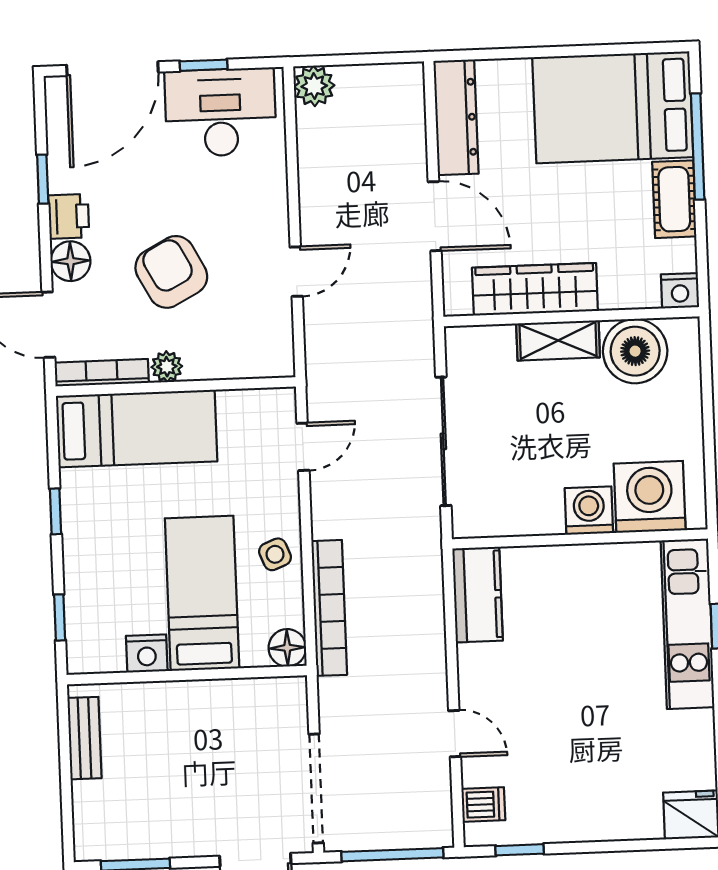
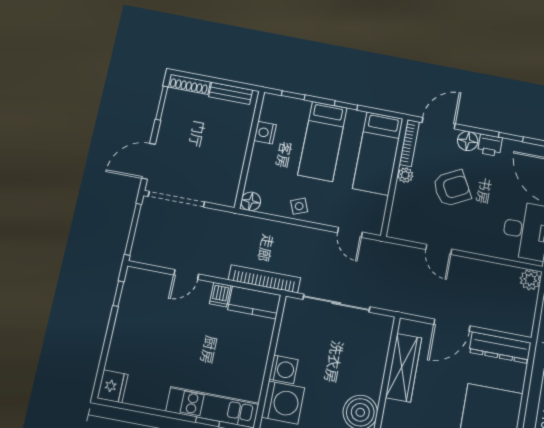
shelving: (558, 340) -> (375, 374), removed
bed: (202, 593) -> (322, 141), moved, turned 90
bookcase: (329, 608) -> (264, 279), moved, turned 180
dishwasher: (483, 805) -> (220, 295), moved
shoe rack: (86, 822) -> (189, 84), added

